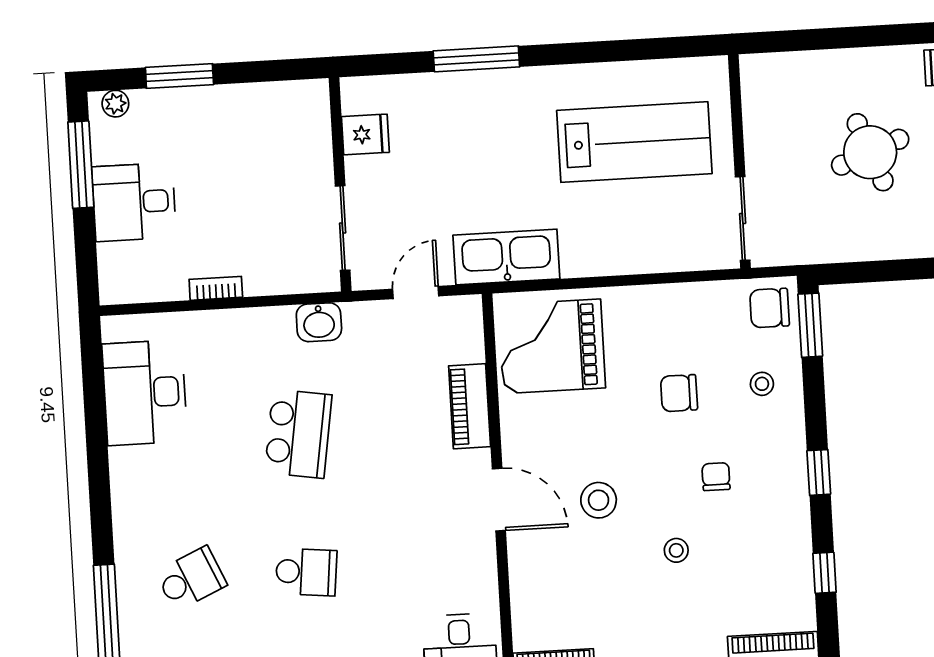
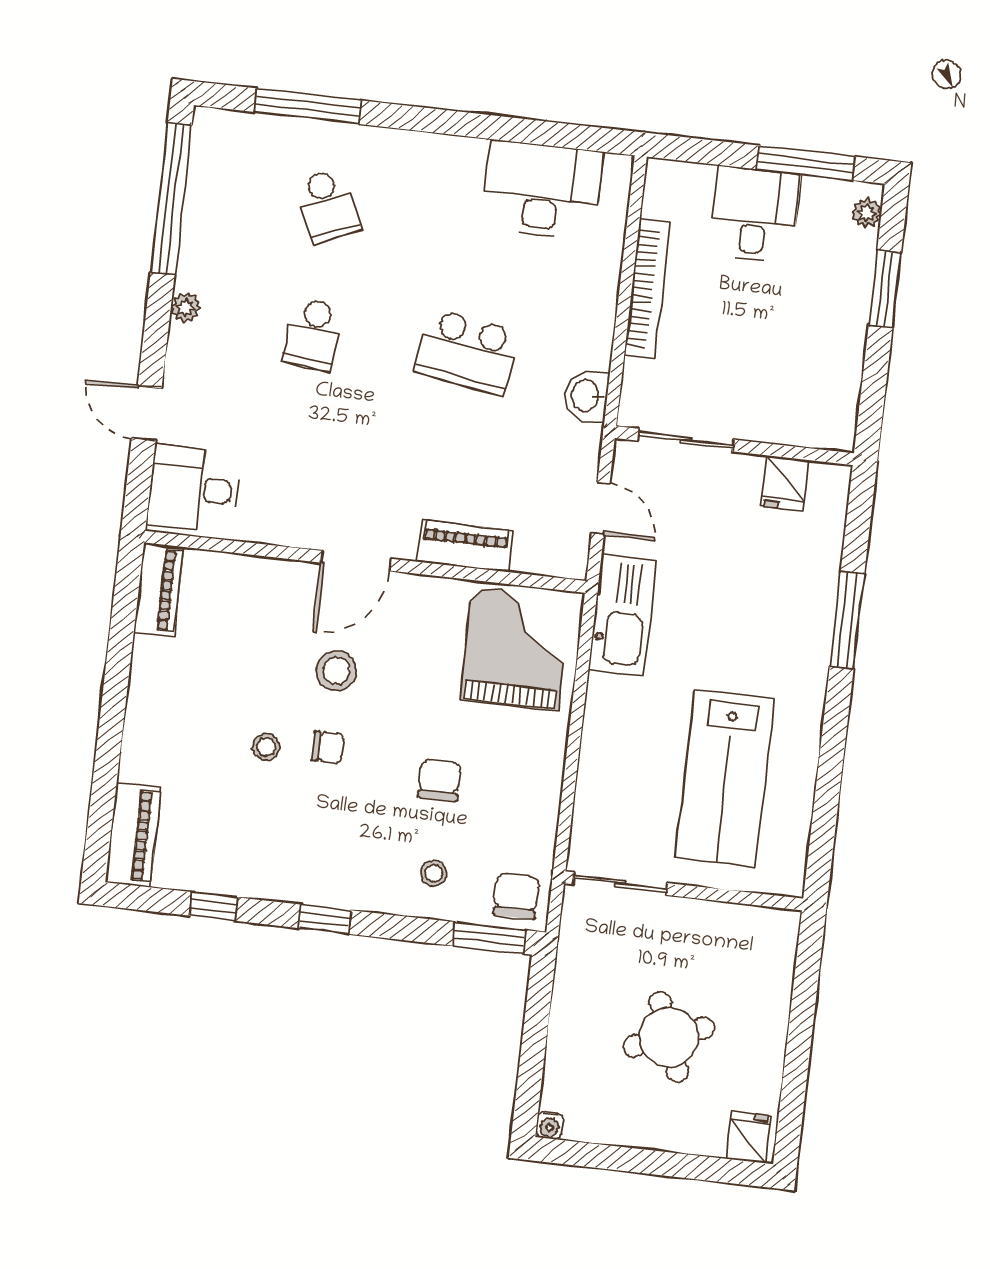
bookcase: (216, 288) -> (647, 289), width x2.31, depth x1.31
chair: (716, 477) -> (328, 747), moved

